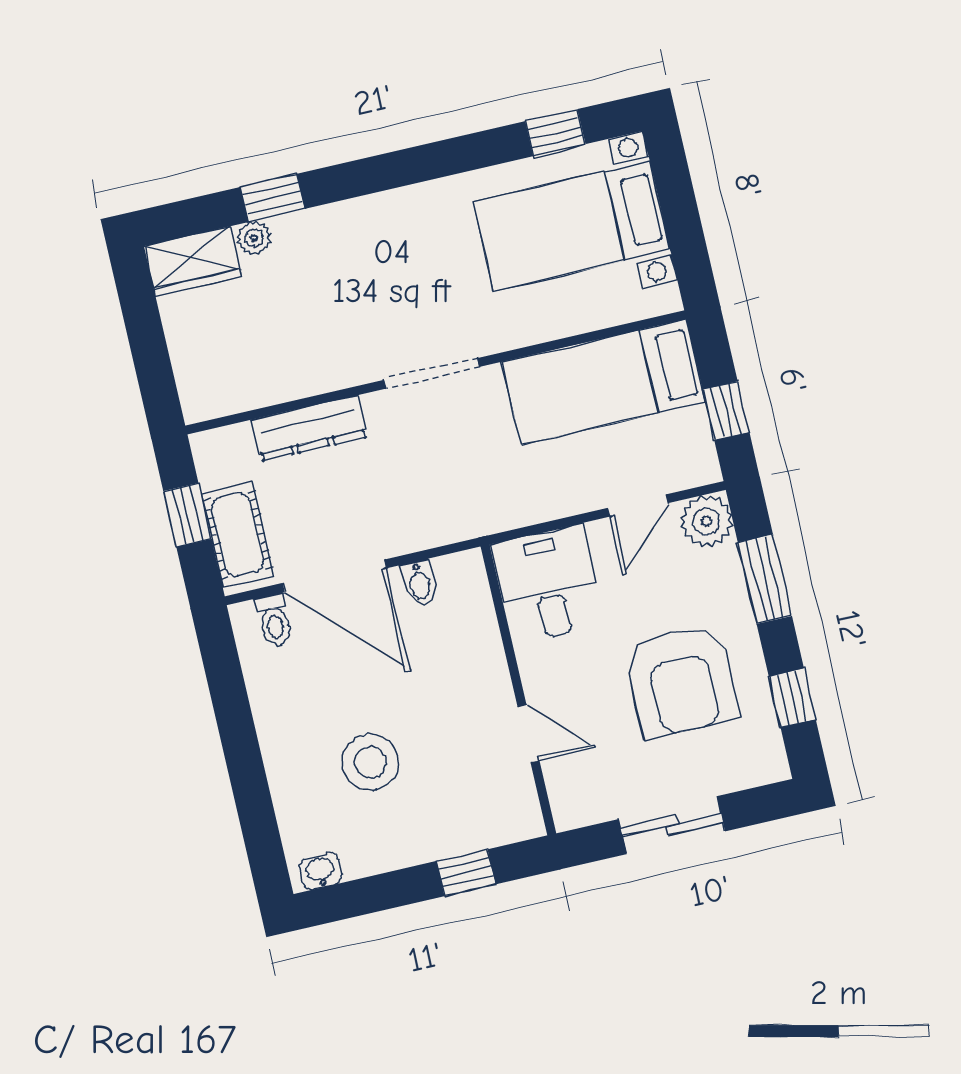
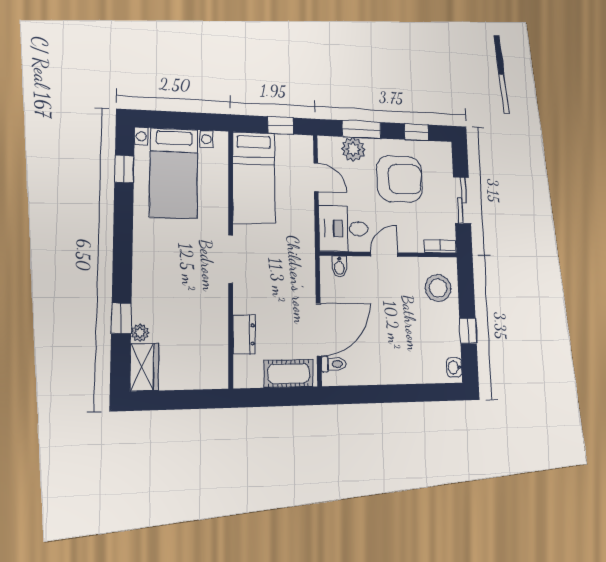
dresser: (309, 428) -> (244, 334), width x0.70
window: (187, 515) -> (274, 397), removed
plant: (706, 521) -> (353, 149), moved
bidet: (420, 583) -> (339, 266), moved, turned 90
door: (528, 734) -> (384, 254), moved
stool: (370, 762) -> (438, 288), moved
bookcase: (561, 795) -> (440, 246), added
window: (466, 873) -> (468, 331), moved

